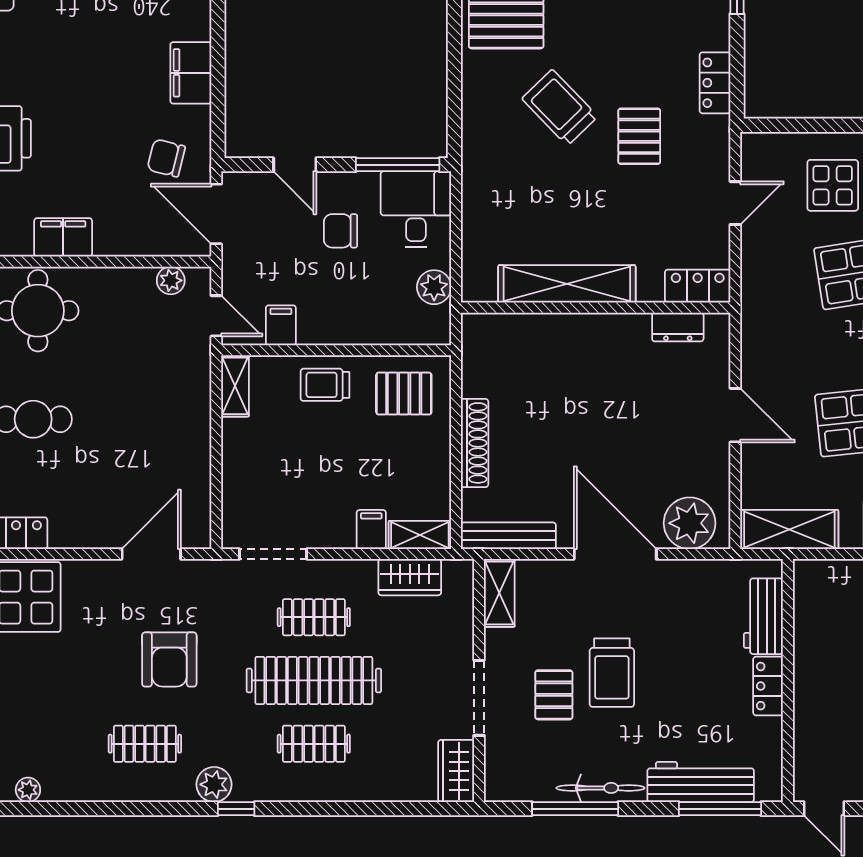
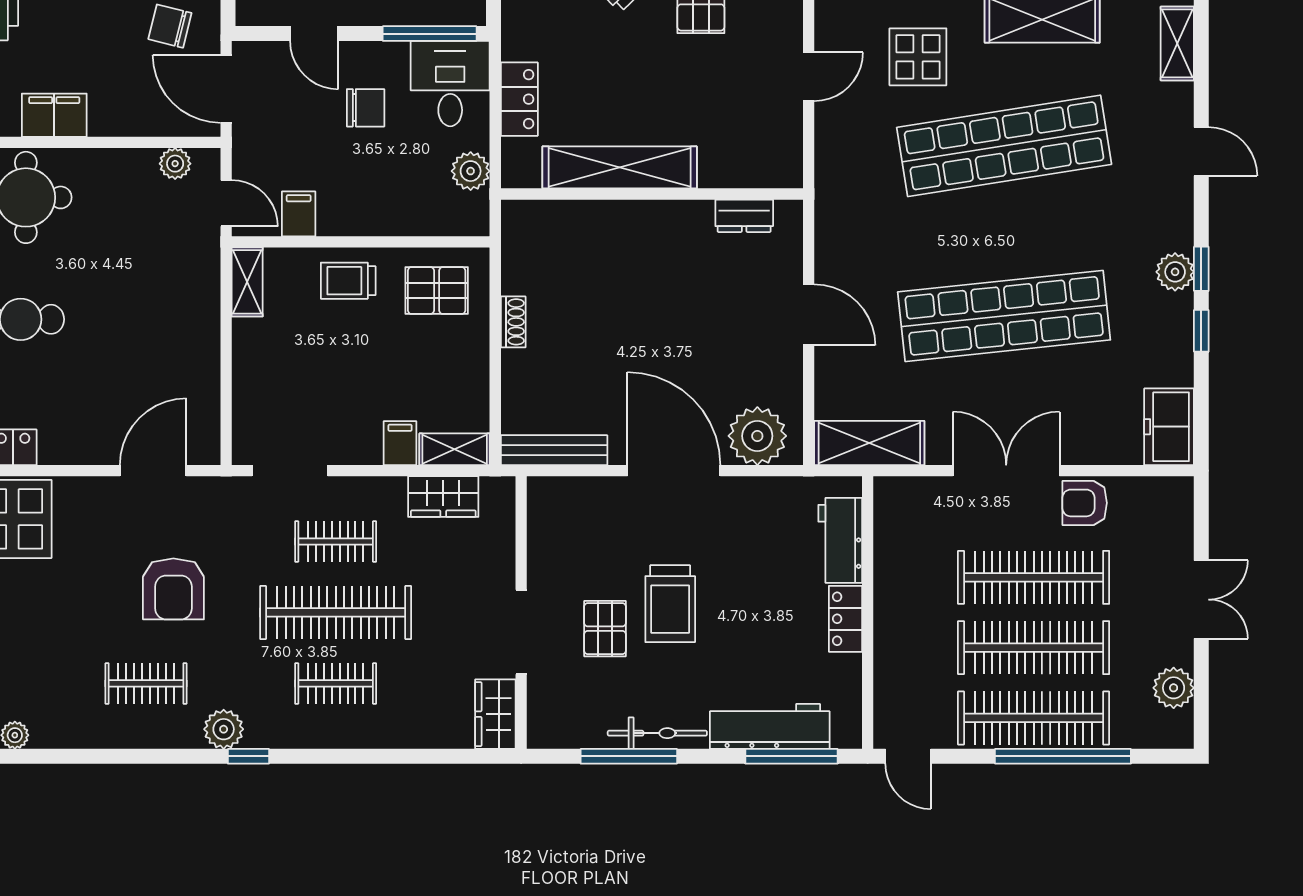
chair: (341, 231) -> (366, 108), turned 180
locker: (698, 286) -> (519, 99), moved, turned 90
shoe rack: (475, 443) -> (513, 322), width x0.51, depth x0.81
shelving: (499, 593) -> (544, 514), removed

